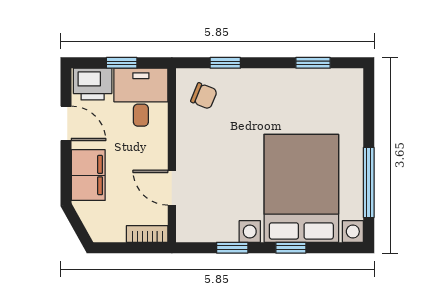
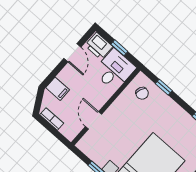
filing cabinet: (88, 175) -> (58, 89), width x0.50
bookcase: (147, 234) -> (52, 119), moved

